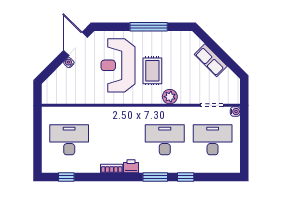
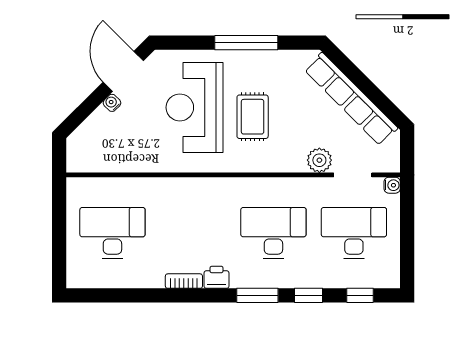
row of seats: (211, 60) -> (351, 99), width x2.02
plant: (170, 97) -> (319, 160), moved
window: (66, 177) -> (360, 295), moved

